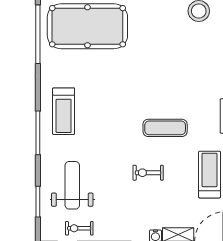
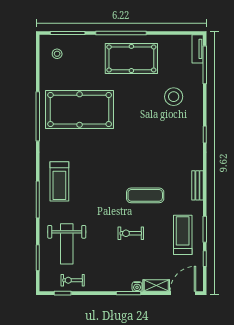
weight bench: (72, 185) -> (67, 244), turned 180

